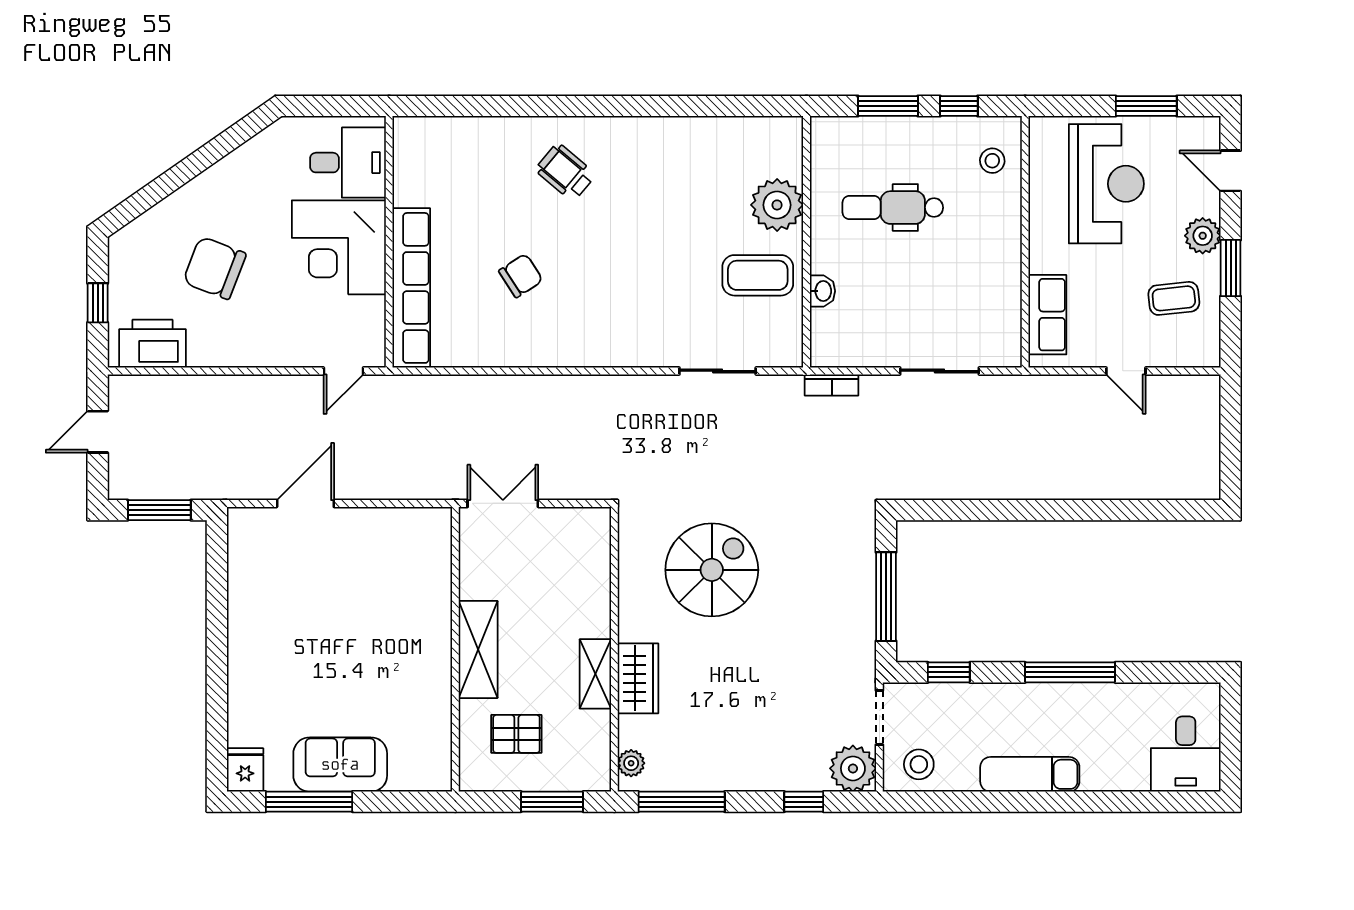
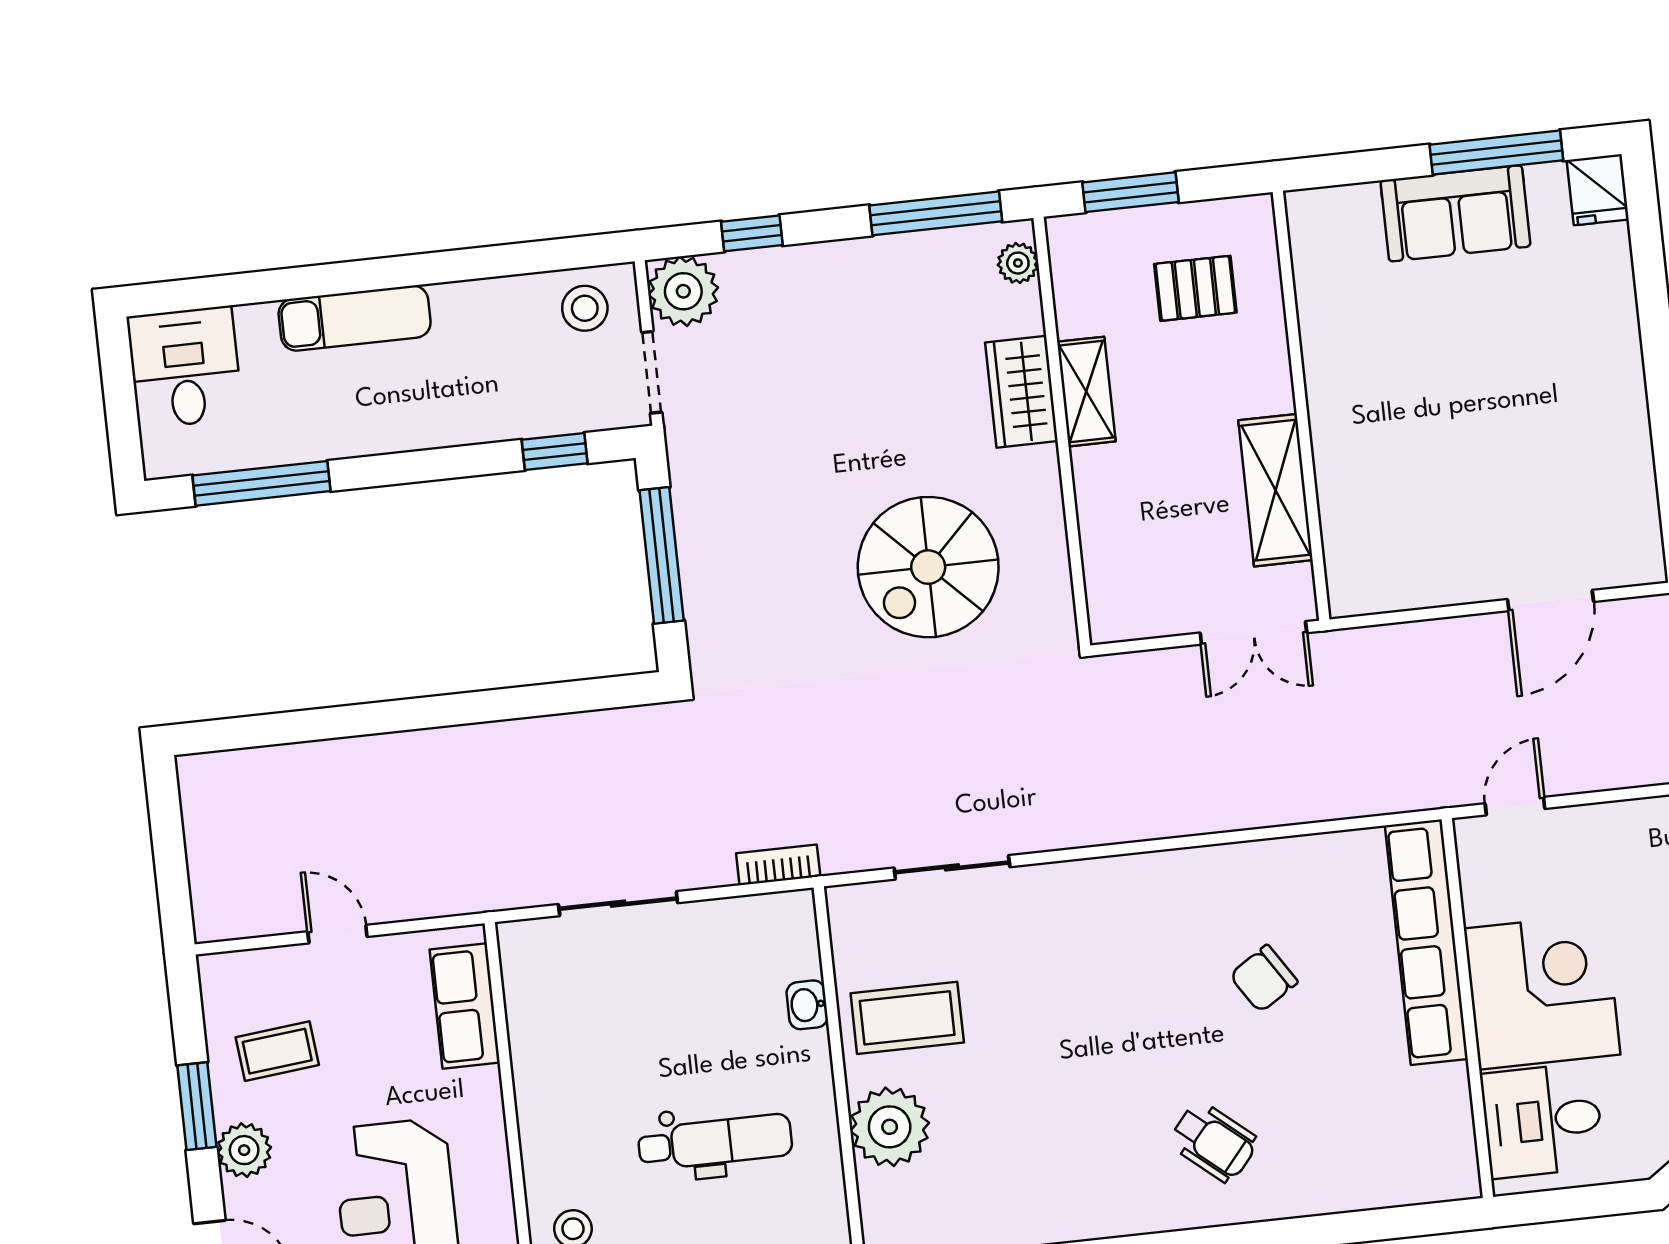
shelving: (478, 649) -> (1276, 490), moved
window: (1070, 672) -> (262, 483), moved
exam couch: (1030, 774) -> (355, 318), moved

